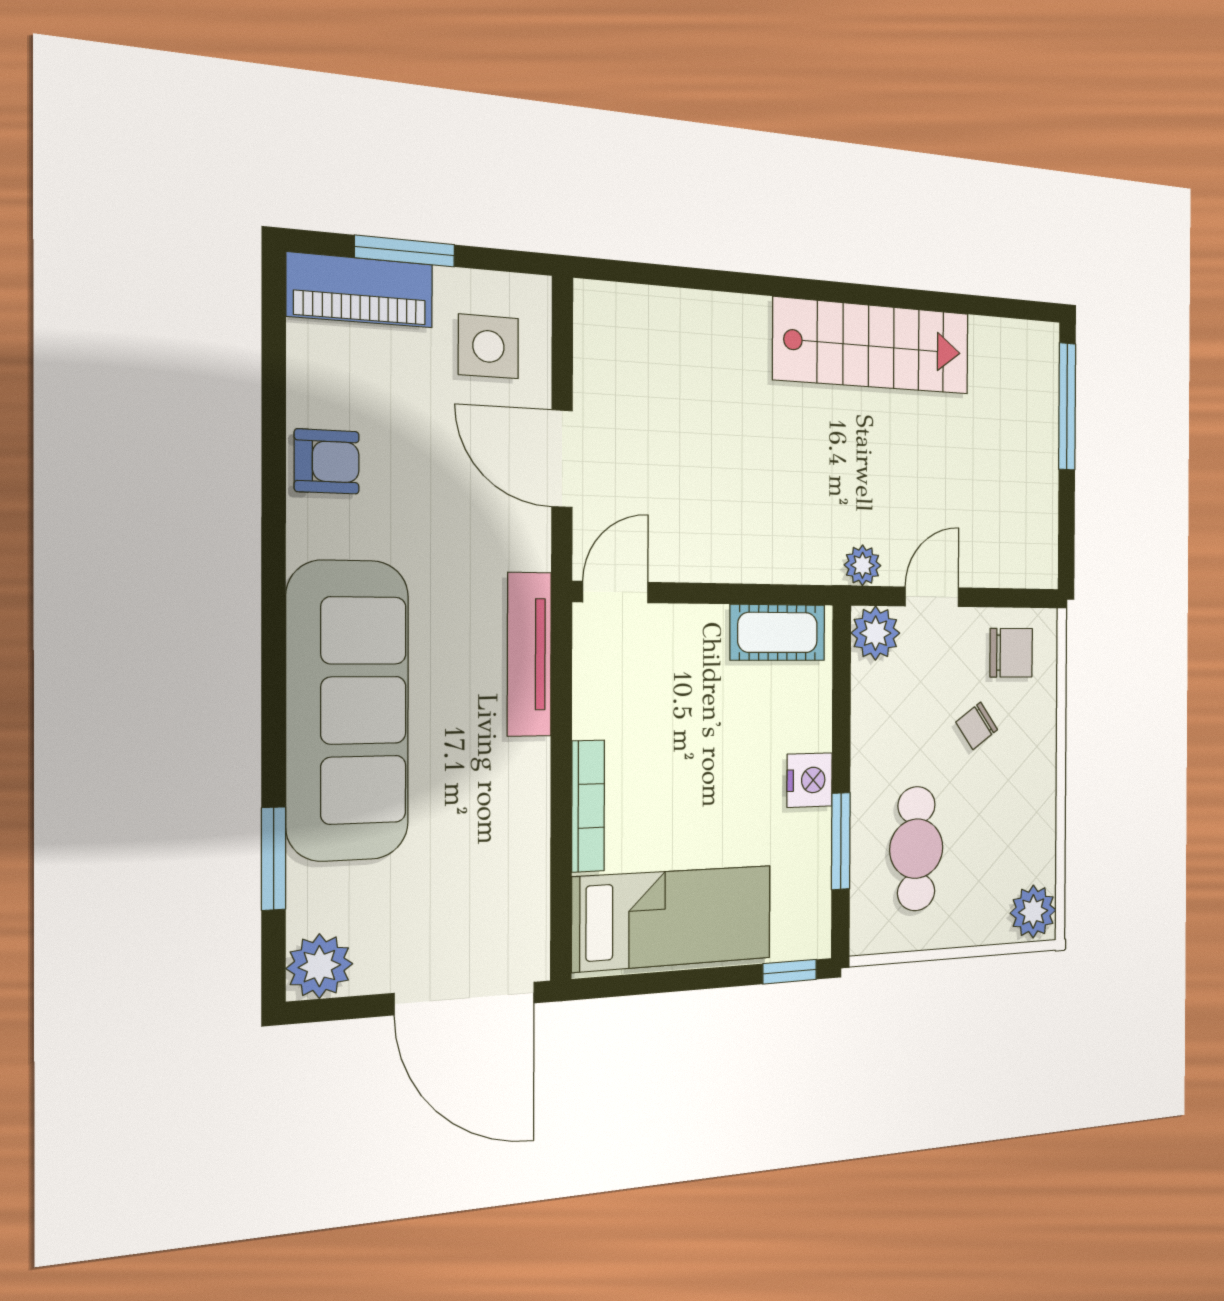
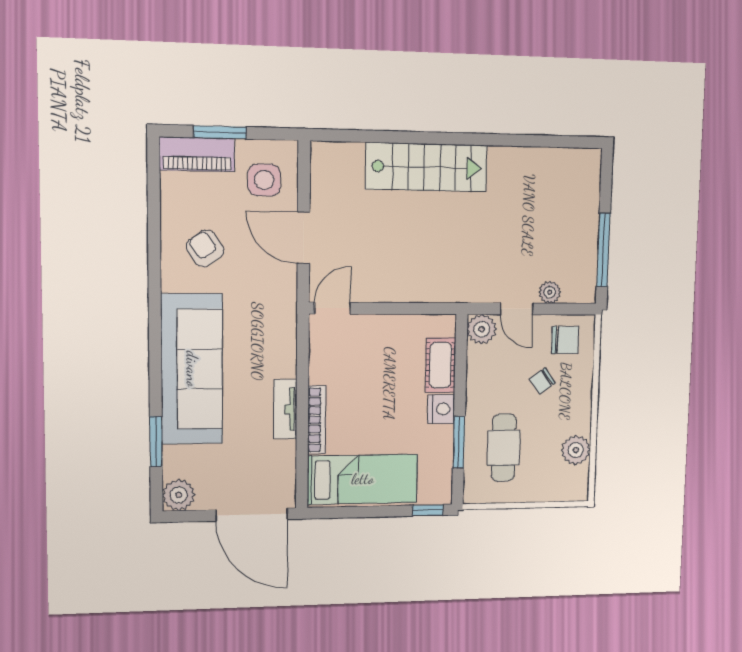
stairs: (872, 346) -> (426, 167), moved
window: (1067, 406) -> (603, 250), moved
armchair: (327, 461) -> (205, 248), moved, turned -125
plant: (863, 565) -> (550, 292), moved
door: (932, 597) -> (517, 309), swing flipped
cot: (778, 633) -> (440, 365), moved, turned 90
tv unit: (529, 654) -> (285, 409), moved, width x0.71
plant: (1033, 912) -> (576, 450), moved

